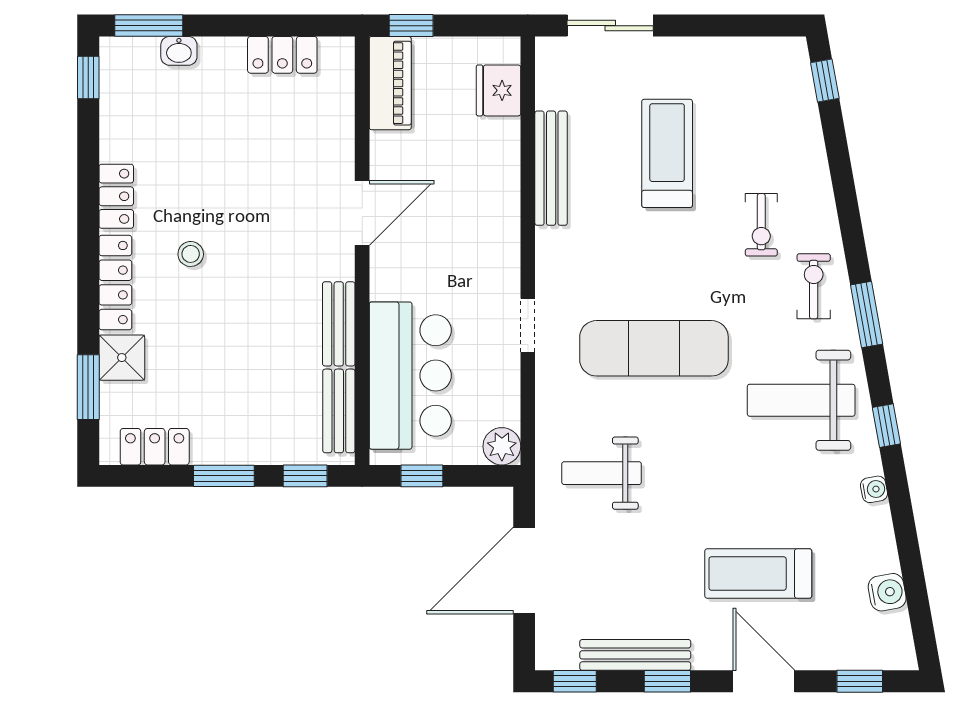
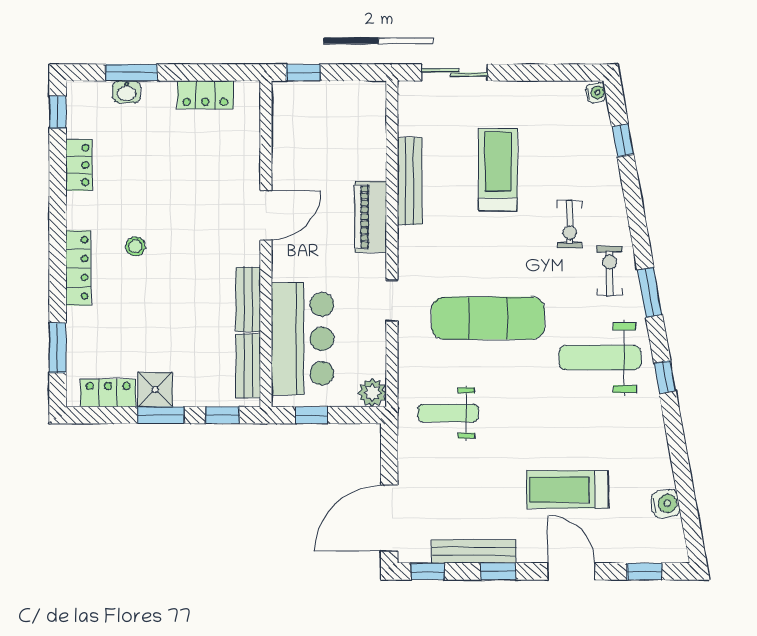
window: (149, 26) -> (131, 72), moved
window: (825, 81) -> (623, 140), moved
piano: (390, 83) -> (371, 217), moved, turned 180
fridge: (499, 90) -> (370, 122), removed
locker: (116, 196) -> (79, 165), moved
shower: (122, 358) -> (155, 390), moved
water cooler: (874, 489) -> (596, 93), moved
door: (524, 571) -> (389, 518), moved

